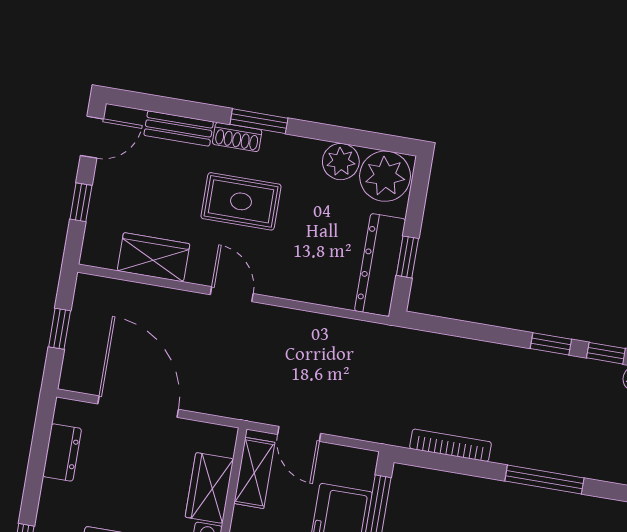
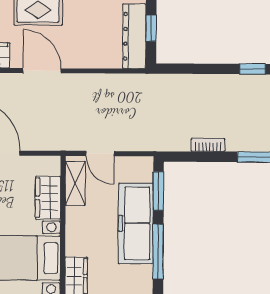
door: (232, 294) -> (42, 71), width x1.38
bookcase: (451, 445) -> (208, 145), width x0.64

